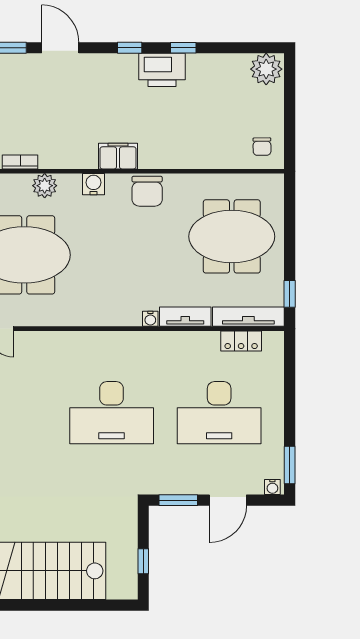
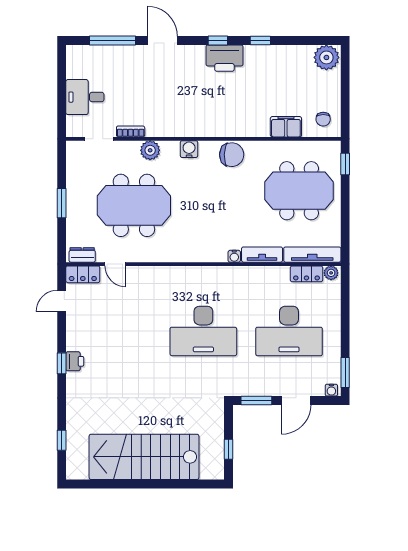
printer: (162, 70) -> (224, 58), moved
filing cabinet: (118, 156) -> (286, 127), moved
chair: (147, 191) -> (232, 155), turned -88
window: (290, 294) -> (345, 164), moved
plant: (272, 340) -> (331, 273), added

